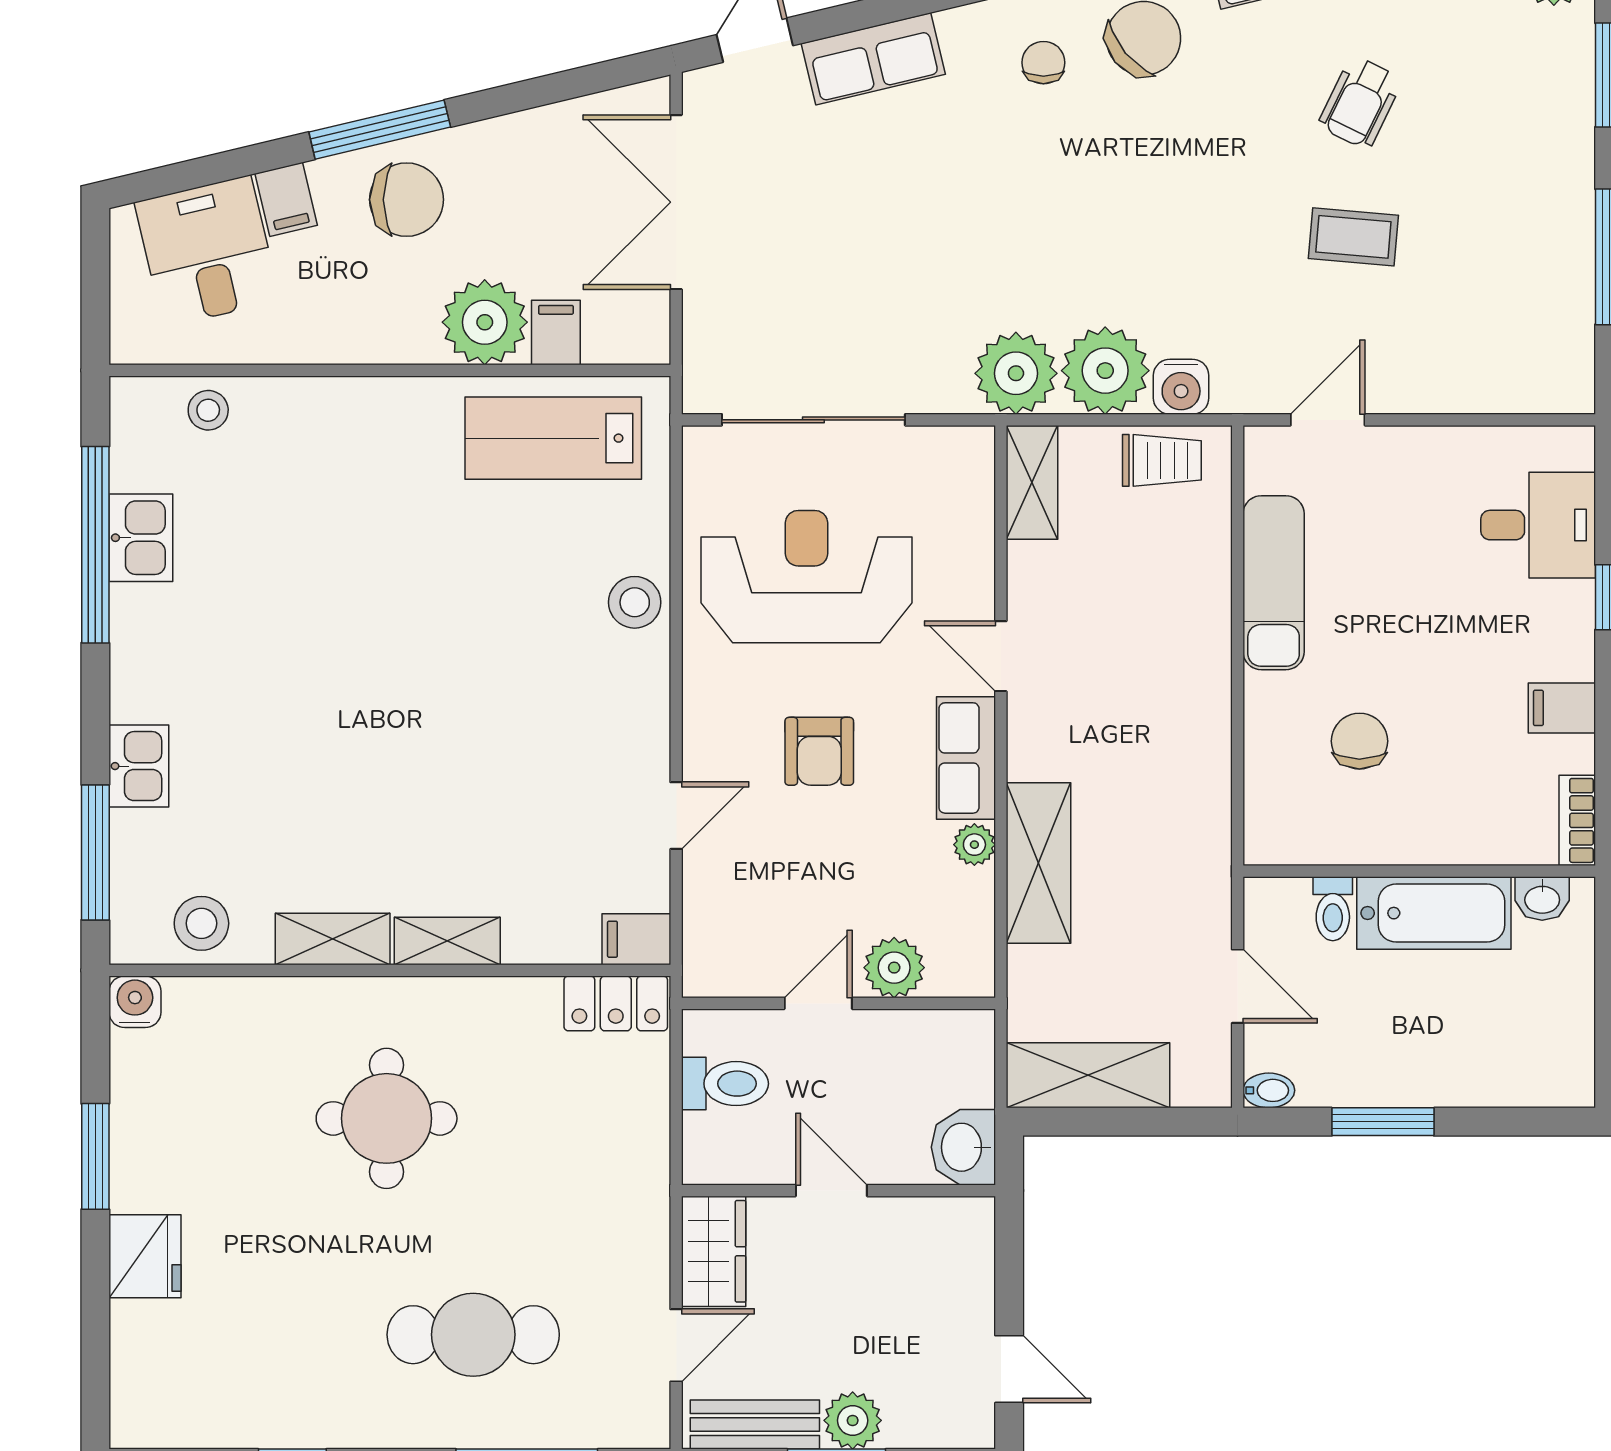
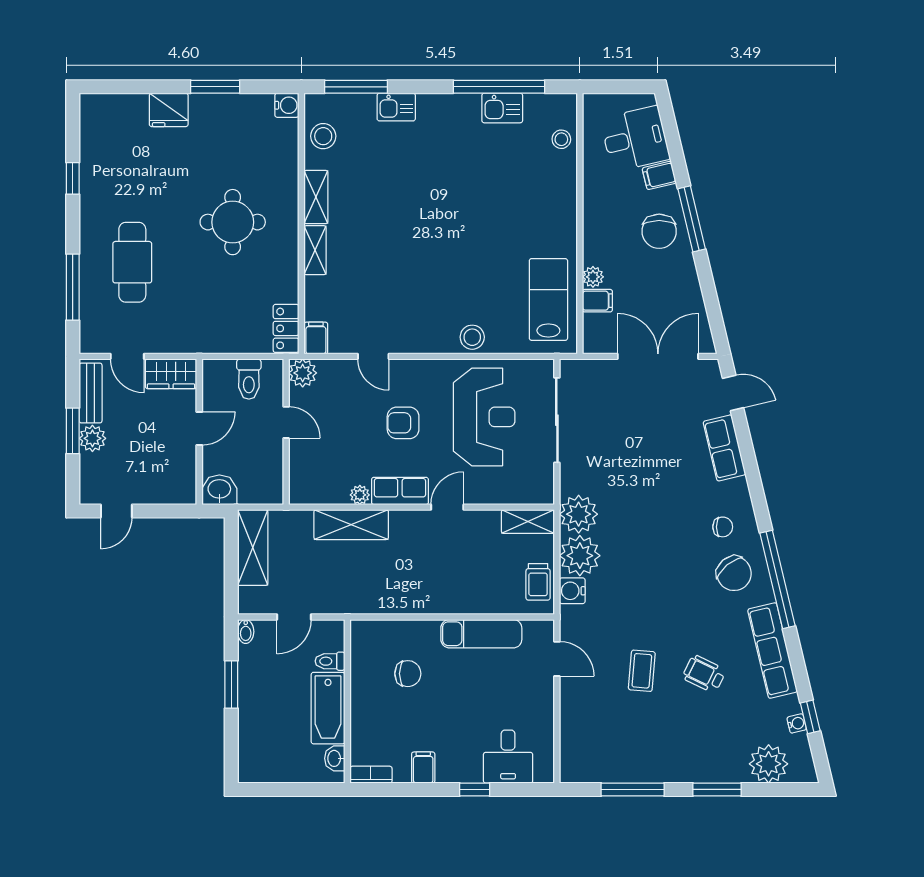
plant: (485, 322) -> (593, 277), width x0.53, depth x0.53
plant: (894, 968) -> (303, 373), moved

